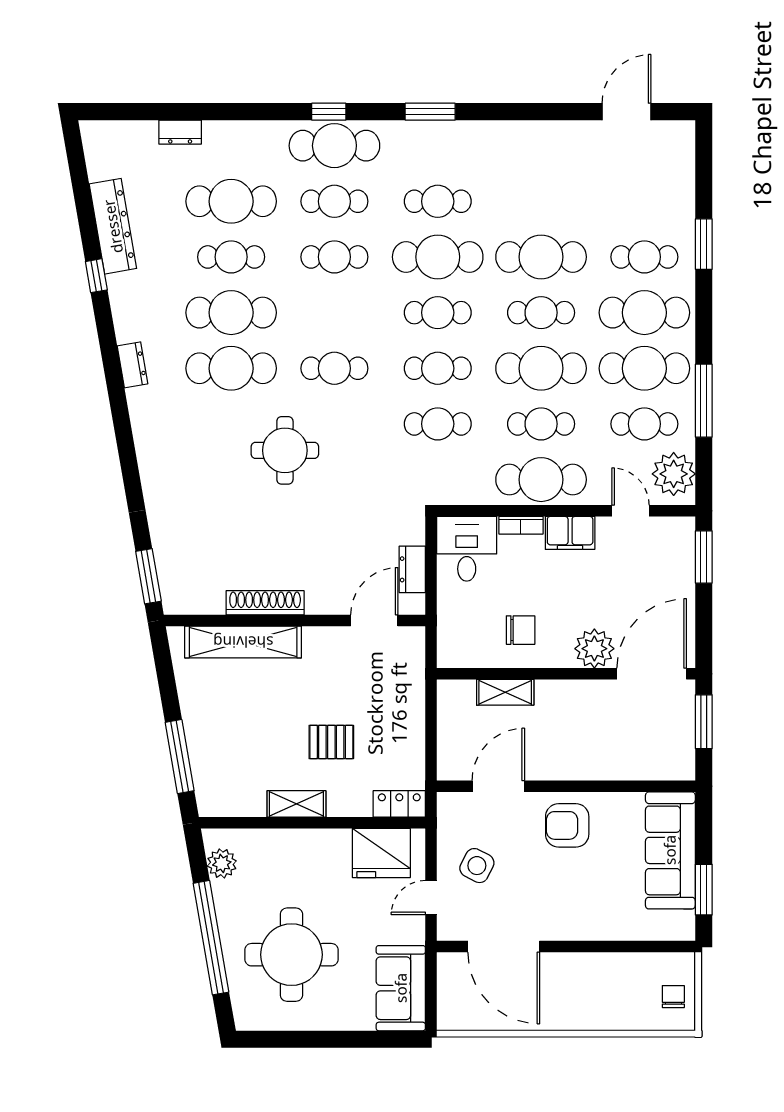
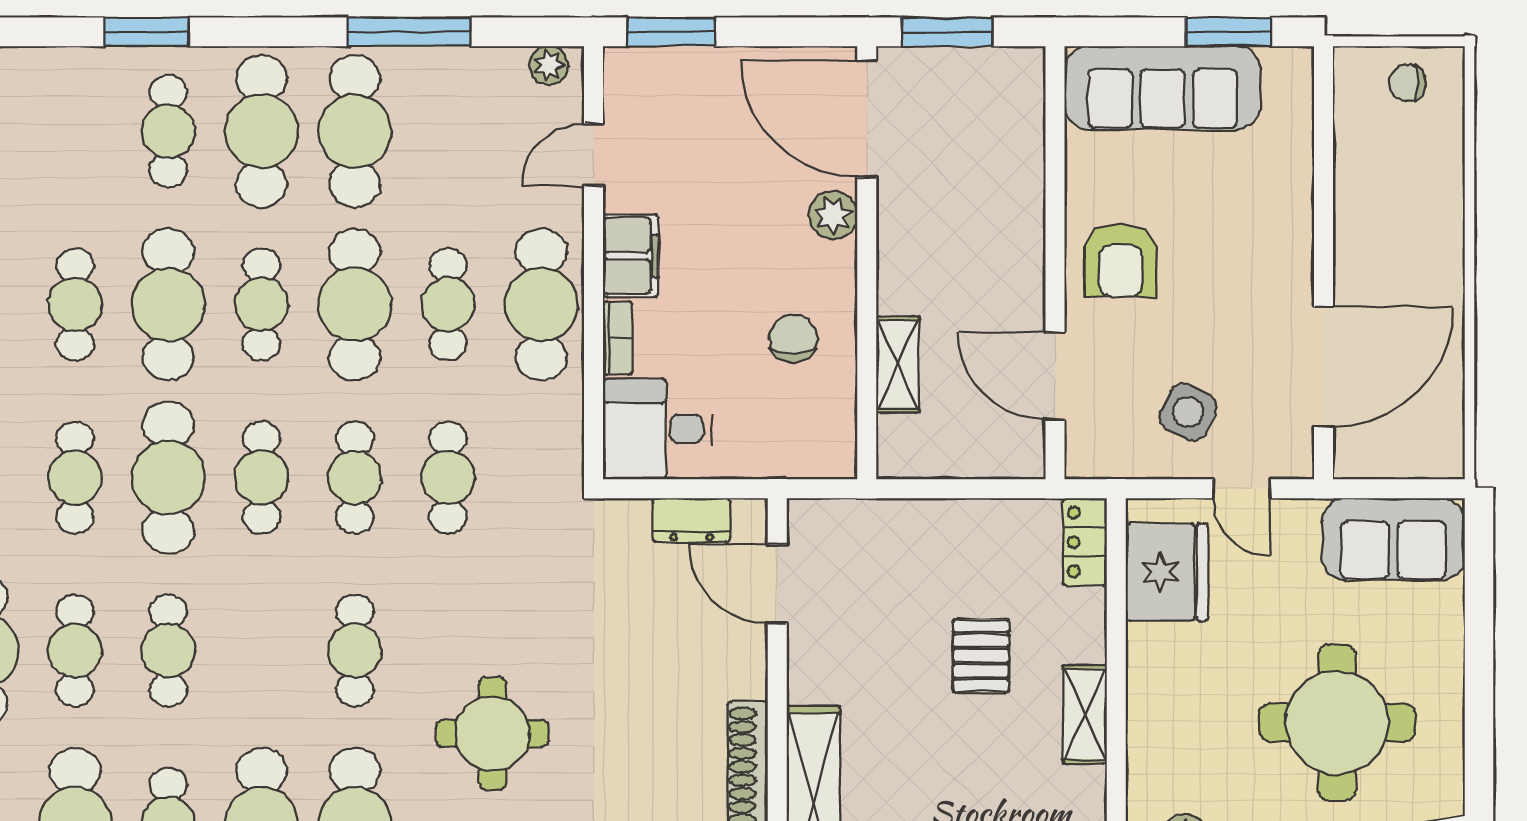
cafe table: (644, 424) -> (75, 304), moved
plant: (674, 474) -> (549, 65), width x0.53, depth x0.53
plant: (594, 649) -> (833, 215), width x0.73, depth x0.73

